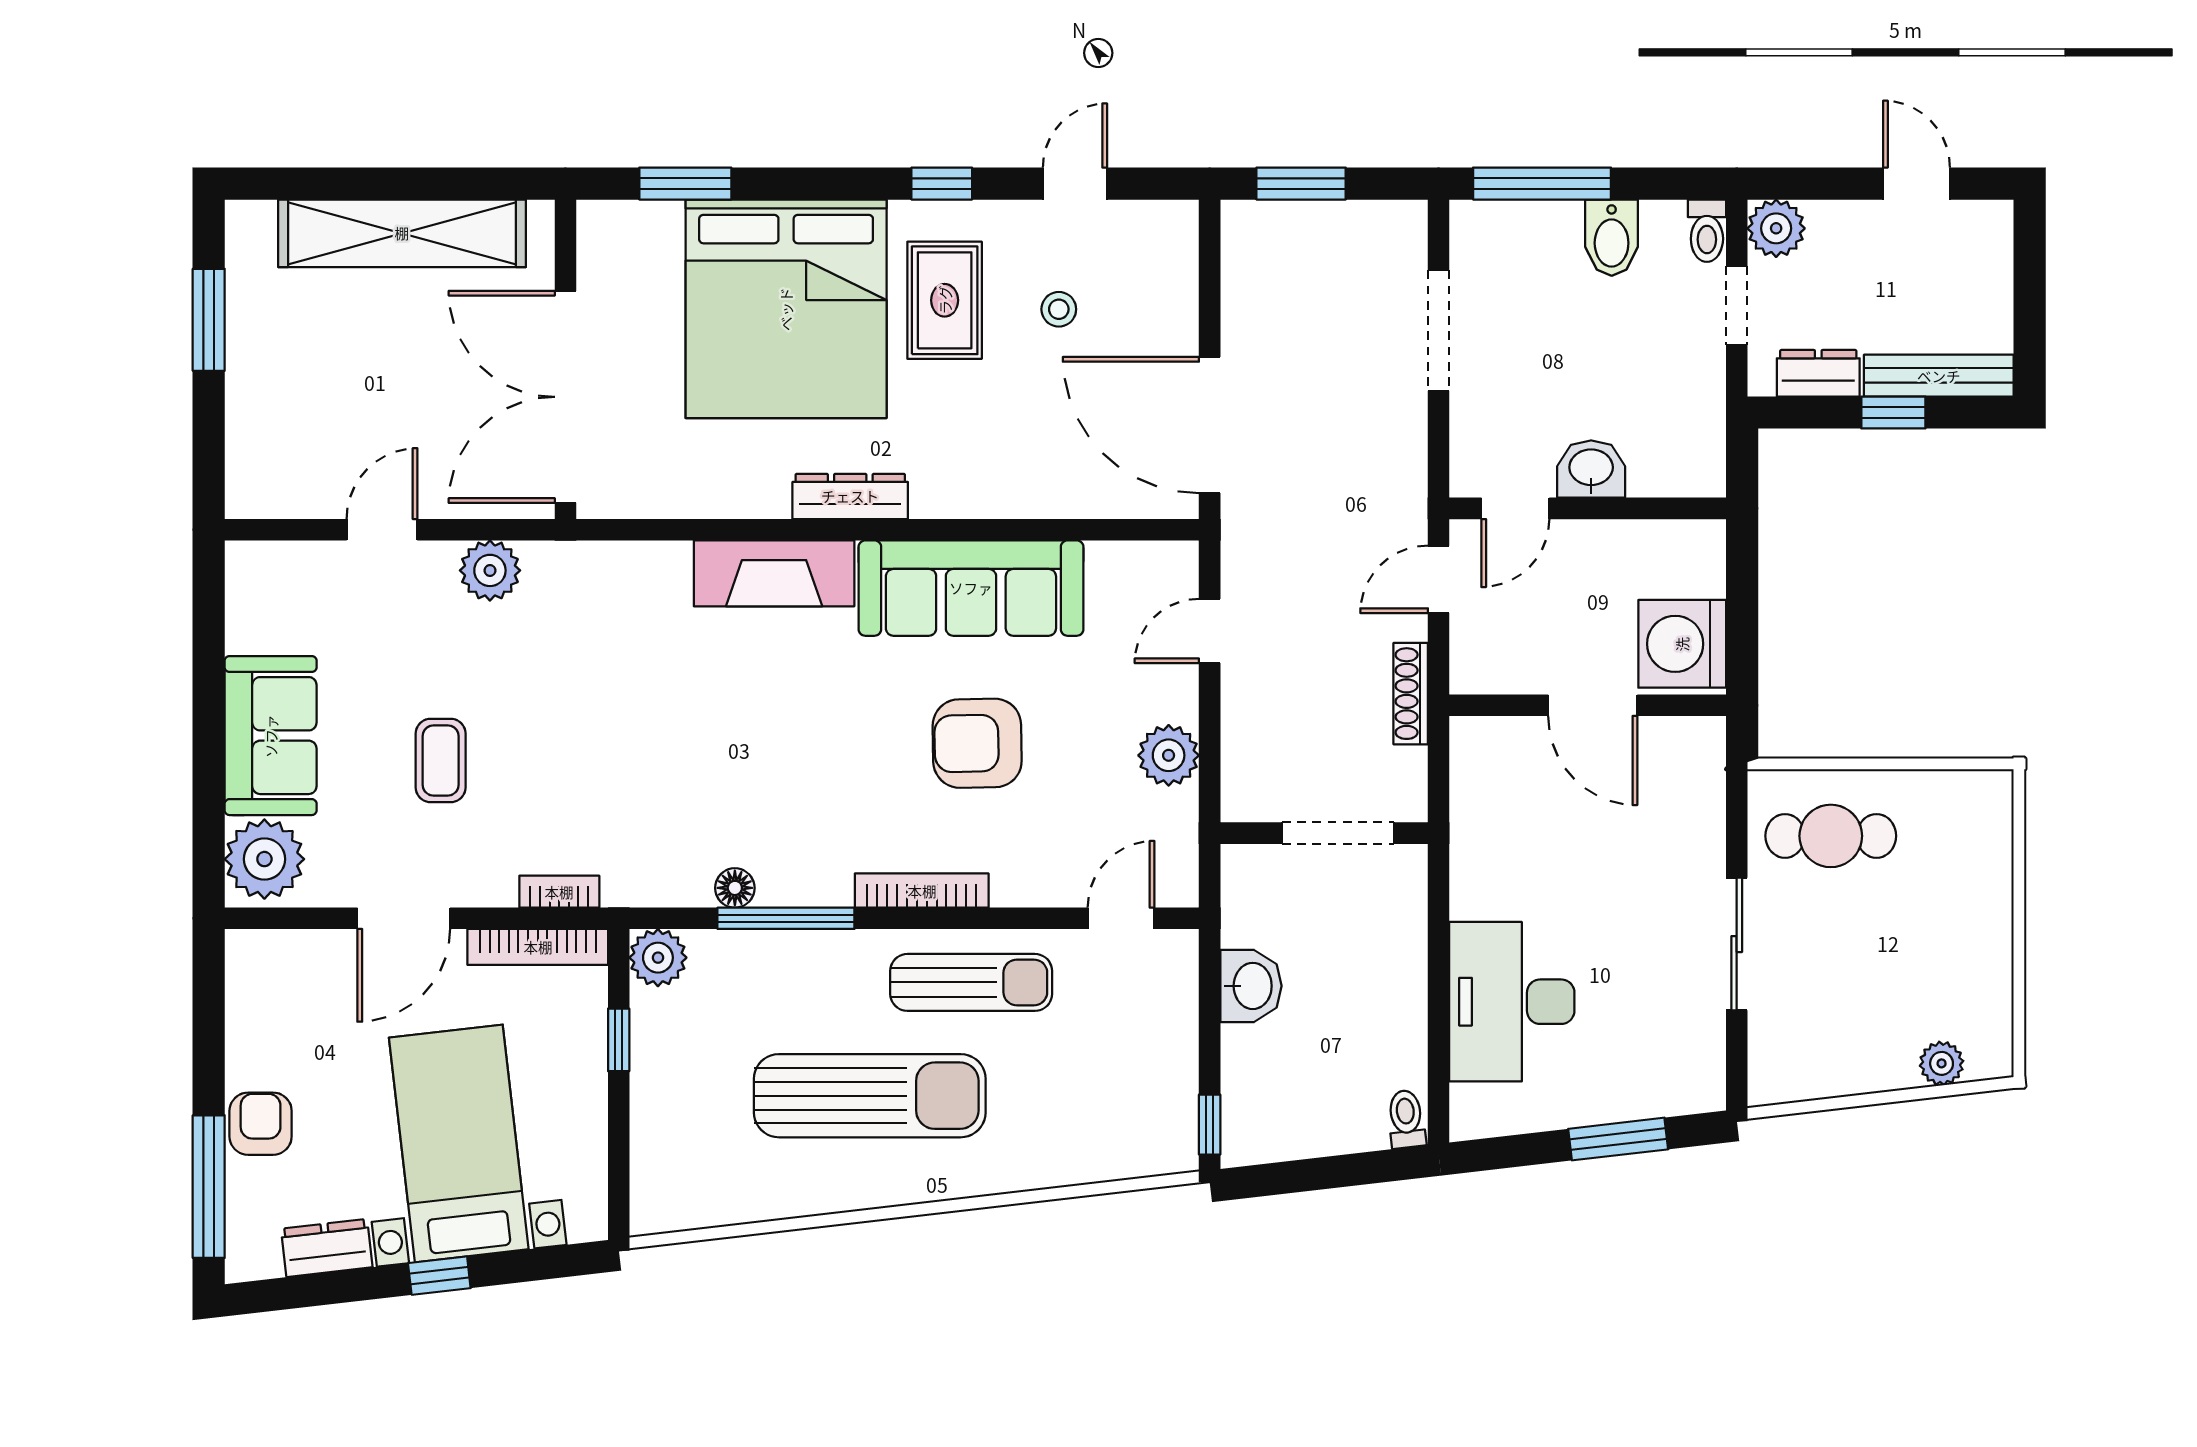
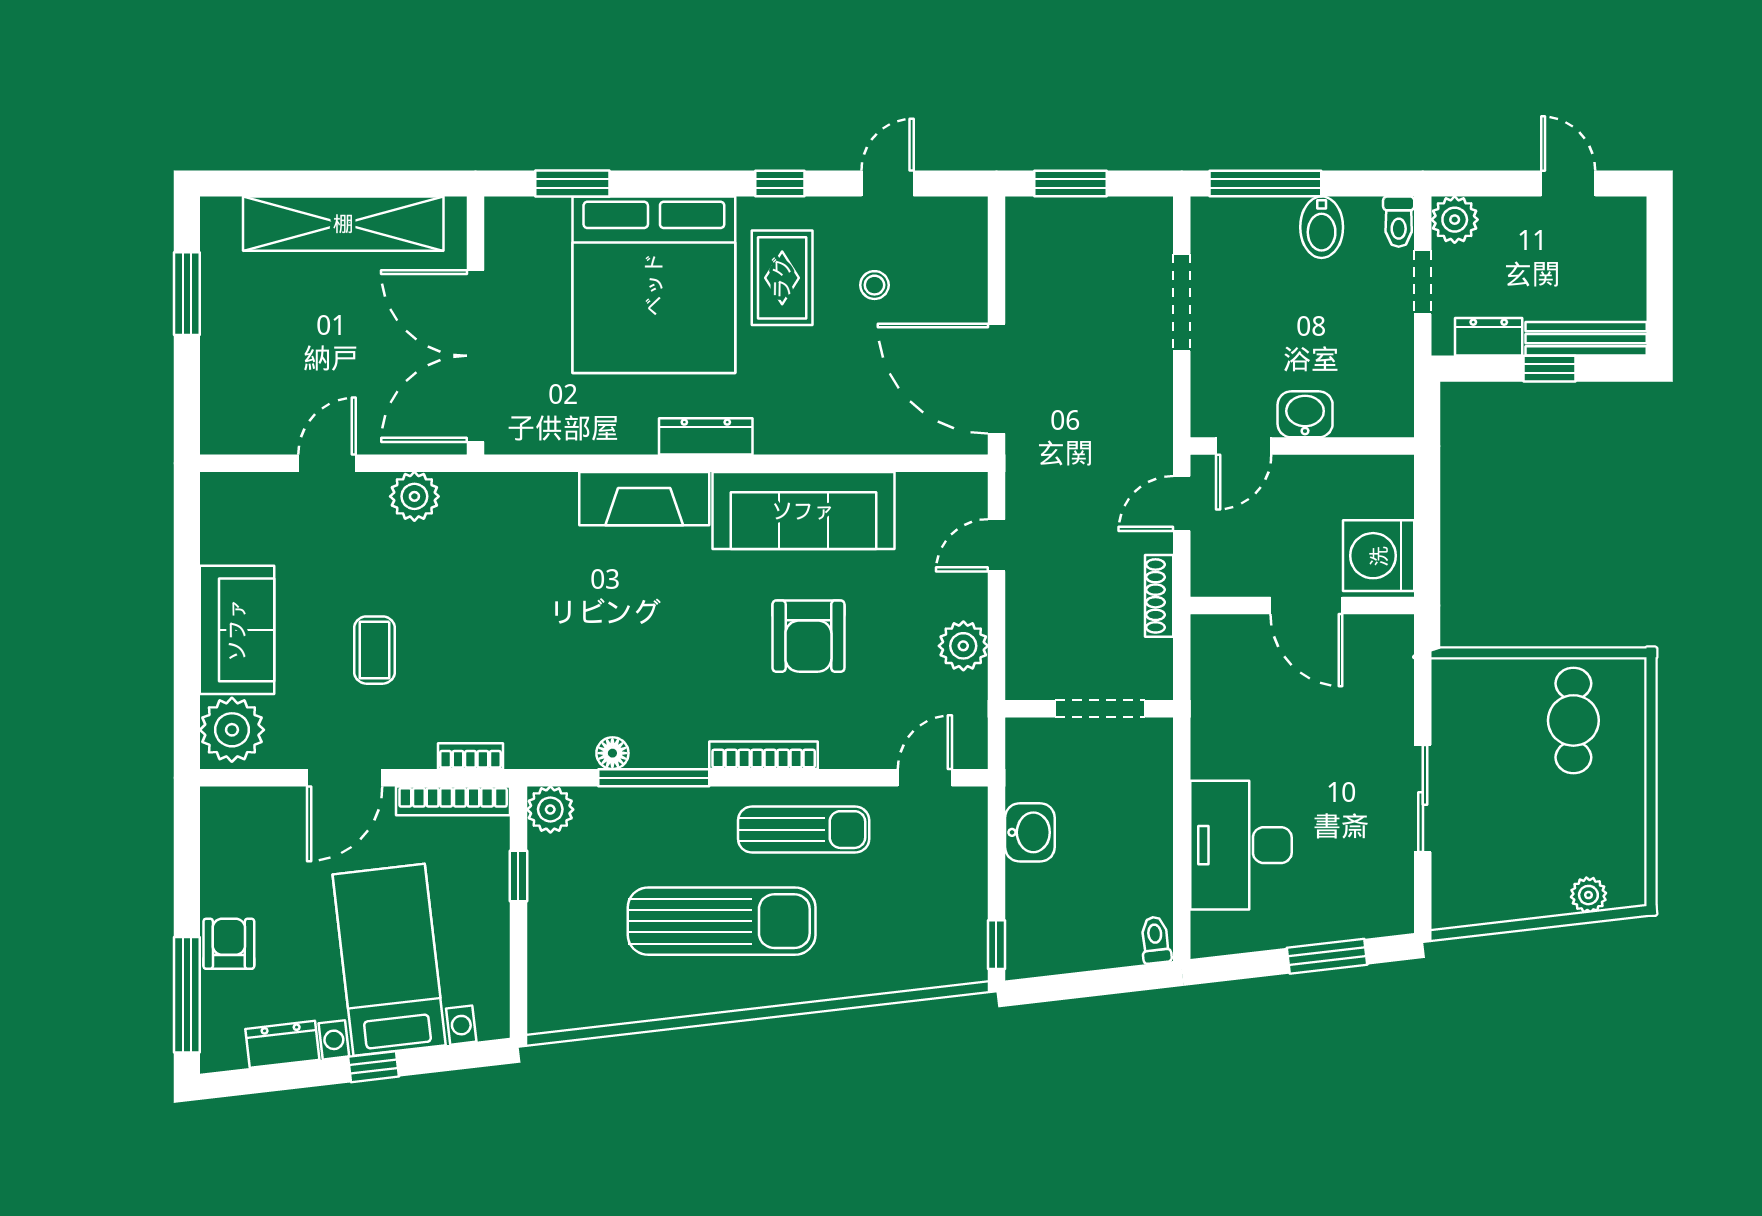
armchair: (977, 743) -> (808, 636), turned -89
cafe table: (1831, 836) -> (1573, 720), moved, turned 90

